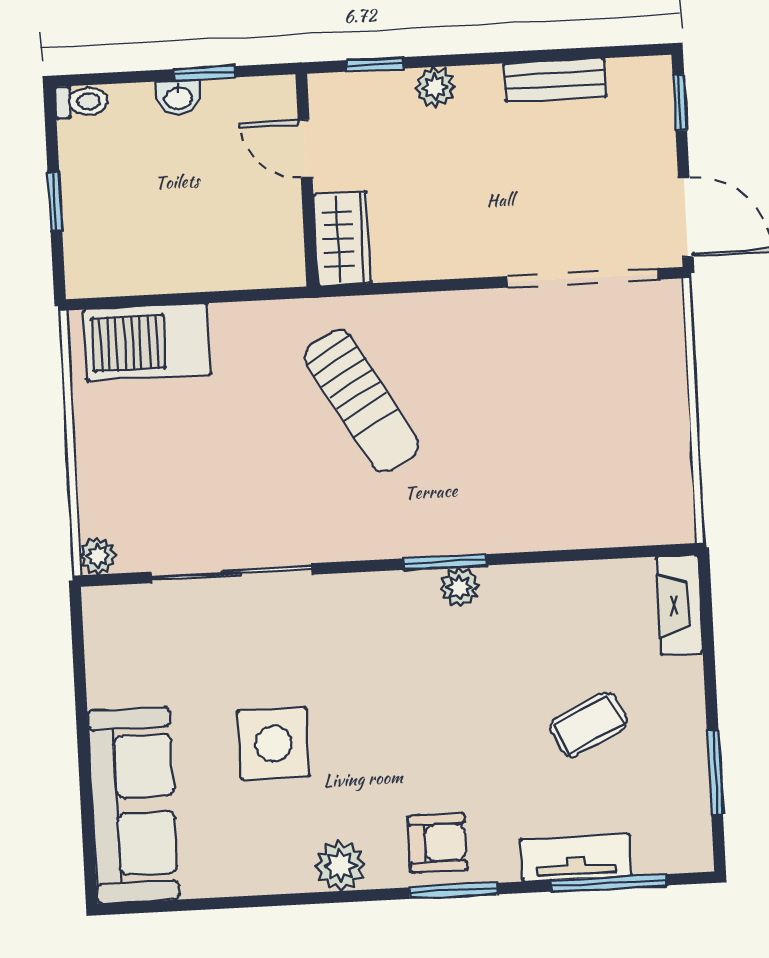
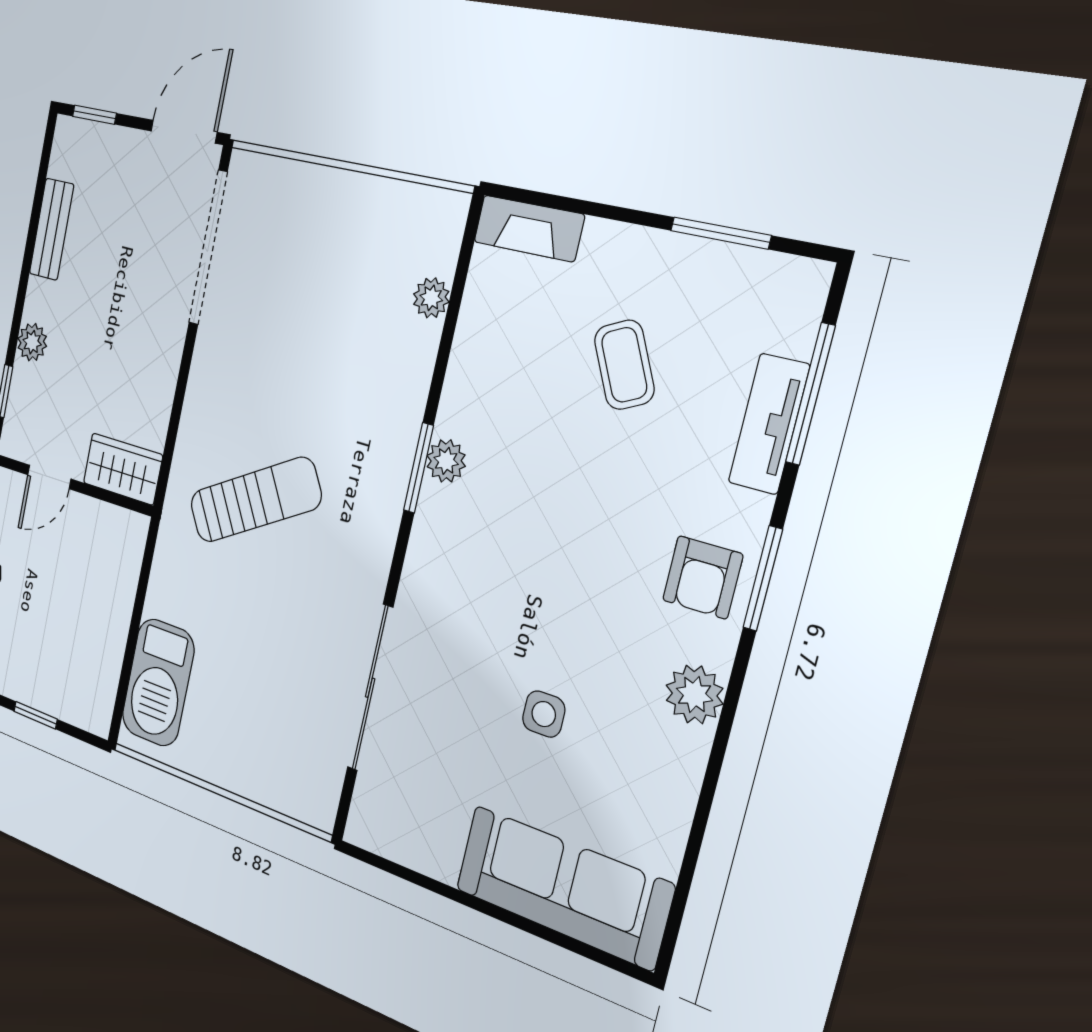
plant: (98, 556) -> (431, 298), moved
side table: (274, 744) -> (544, 714), width x0.54, depth x0.54
armchair: (437, 843) -> (703, 577), turned 180

